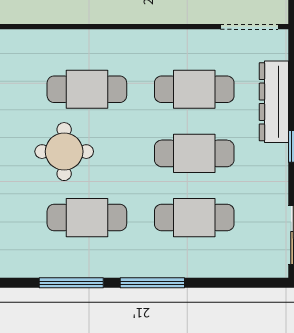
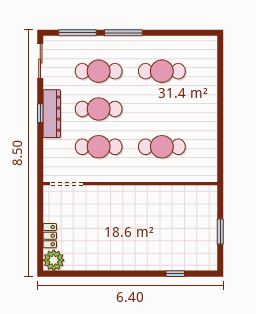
dresser: (274, 102) -> (52, 114), moved
round table: (64, 152) -> (175, 110), removed
window: (71, 283) -> (77, 33), moved

